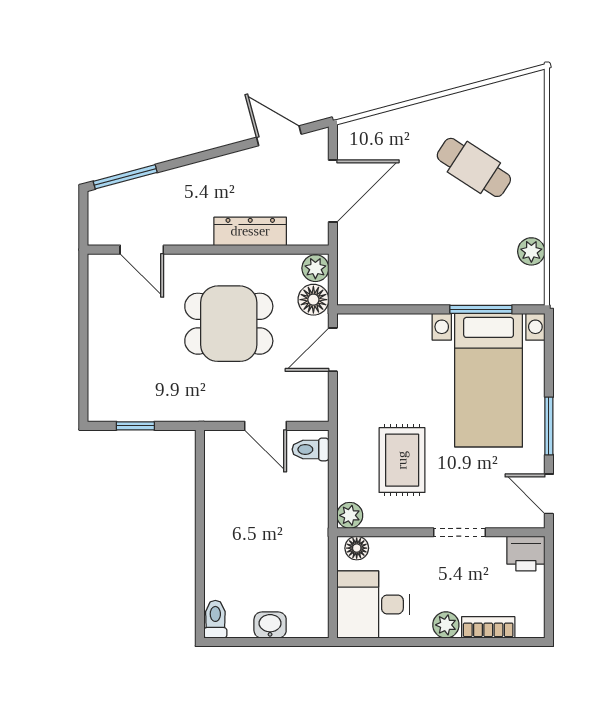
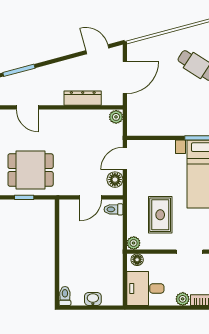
floor lamp: (313, 300) -> (115, 180), moved
dining table: (229, 324) -> (31, 170), moved
door: (266, 426) -> (91, 197), hinge flipped

